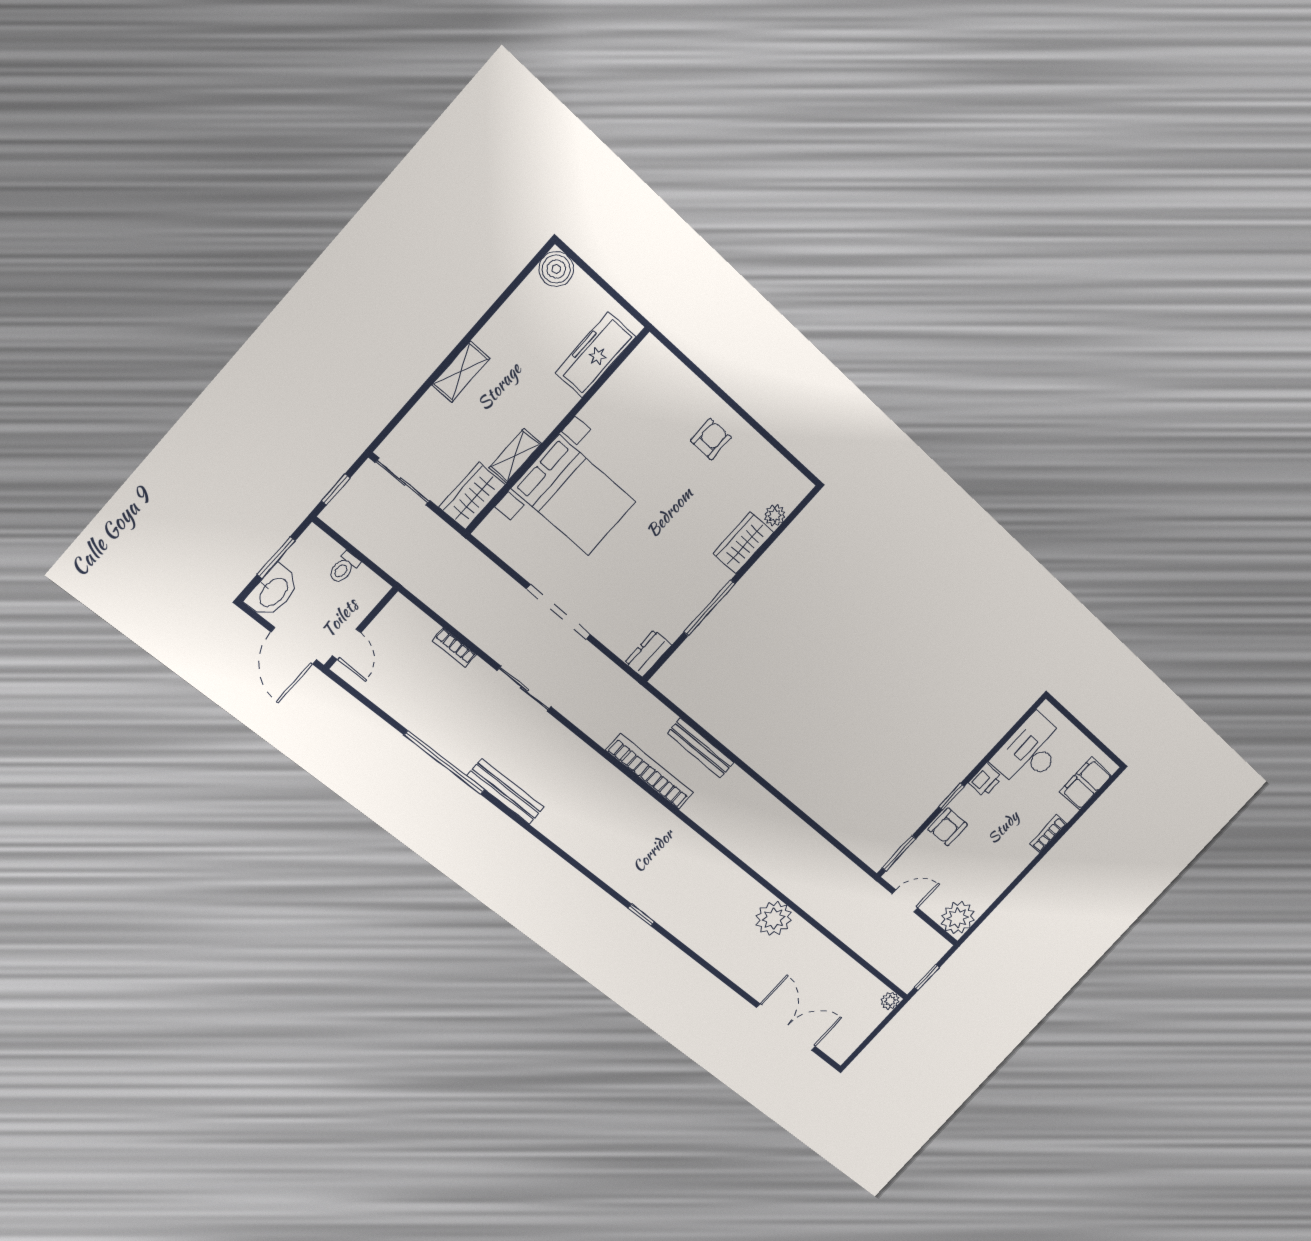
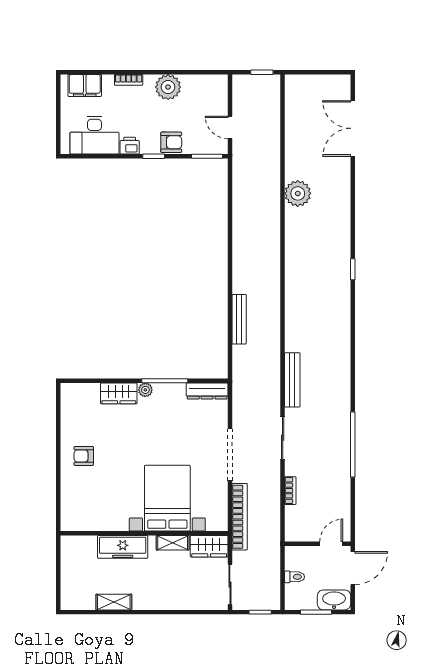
boiler: (556, 269) -> (71, 600), removed
freezer: (596, 354) -> (123, 547), moved
shelving: (461, 372) -> (114, 602), moved
plant: (775, 515) -> (145, 390), moved
dresser: (648, 654) -> (207, 391), width x1.44
bookcase: (650, 772) -> (240, 517), moved, turned 180
bench: (506, 791) -> (292, 380), moved
plant: (958, 918) -> (168, 87), moved
plant: (890, 1001) -> (291, 81), removed

